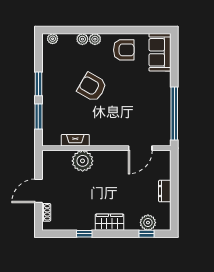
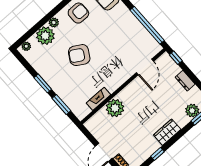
plant: (82, 39) -> (45, 36), width x1.88, depth x1.88
window: (174, 164) -> (176, 58), added

